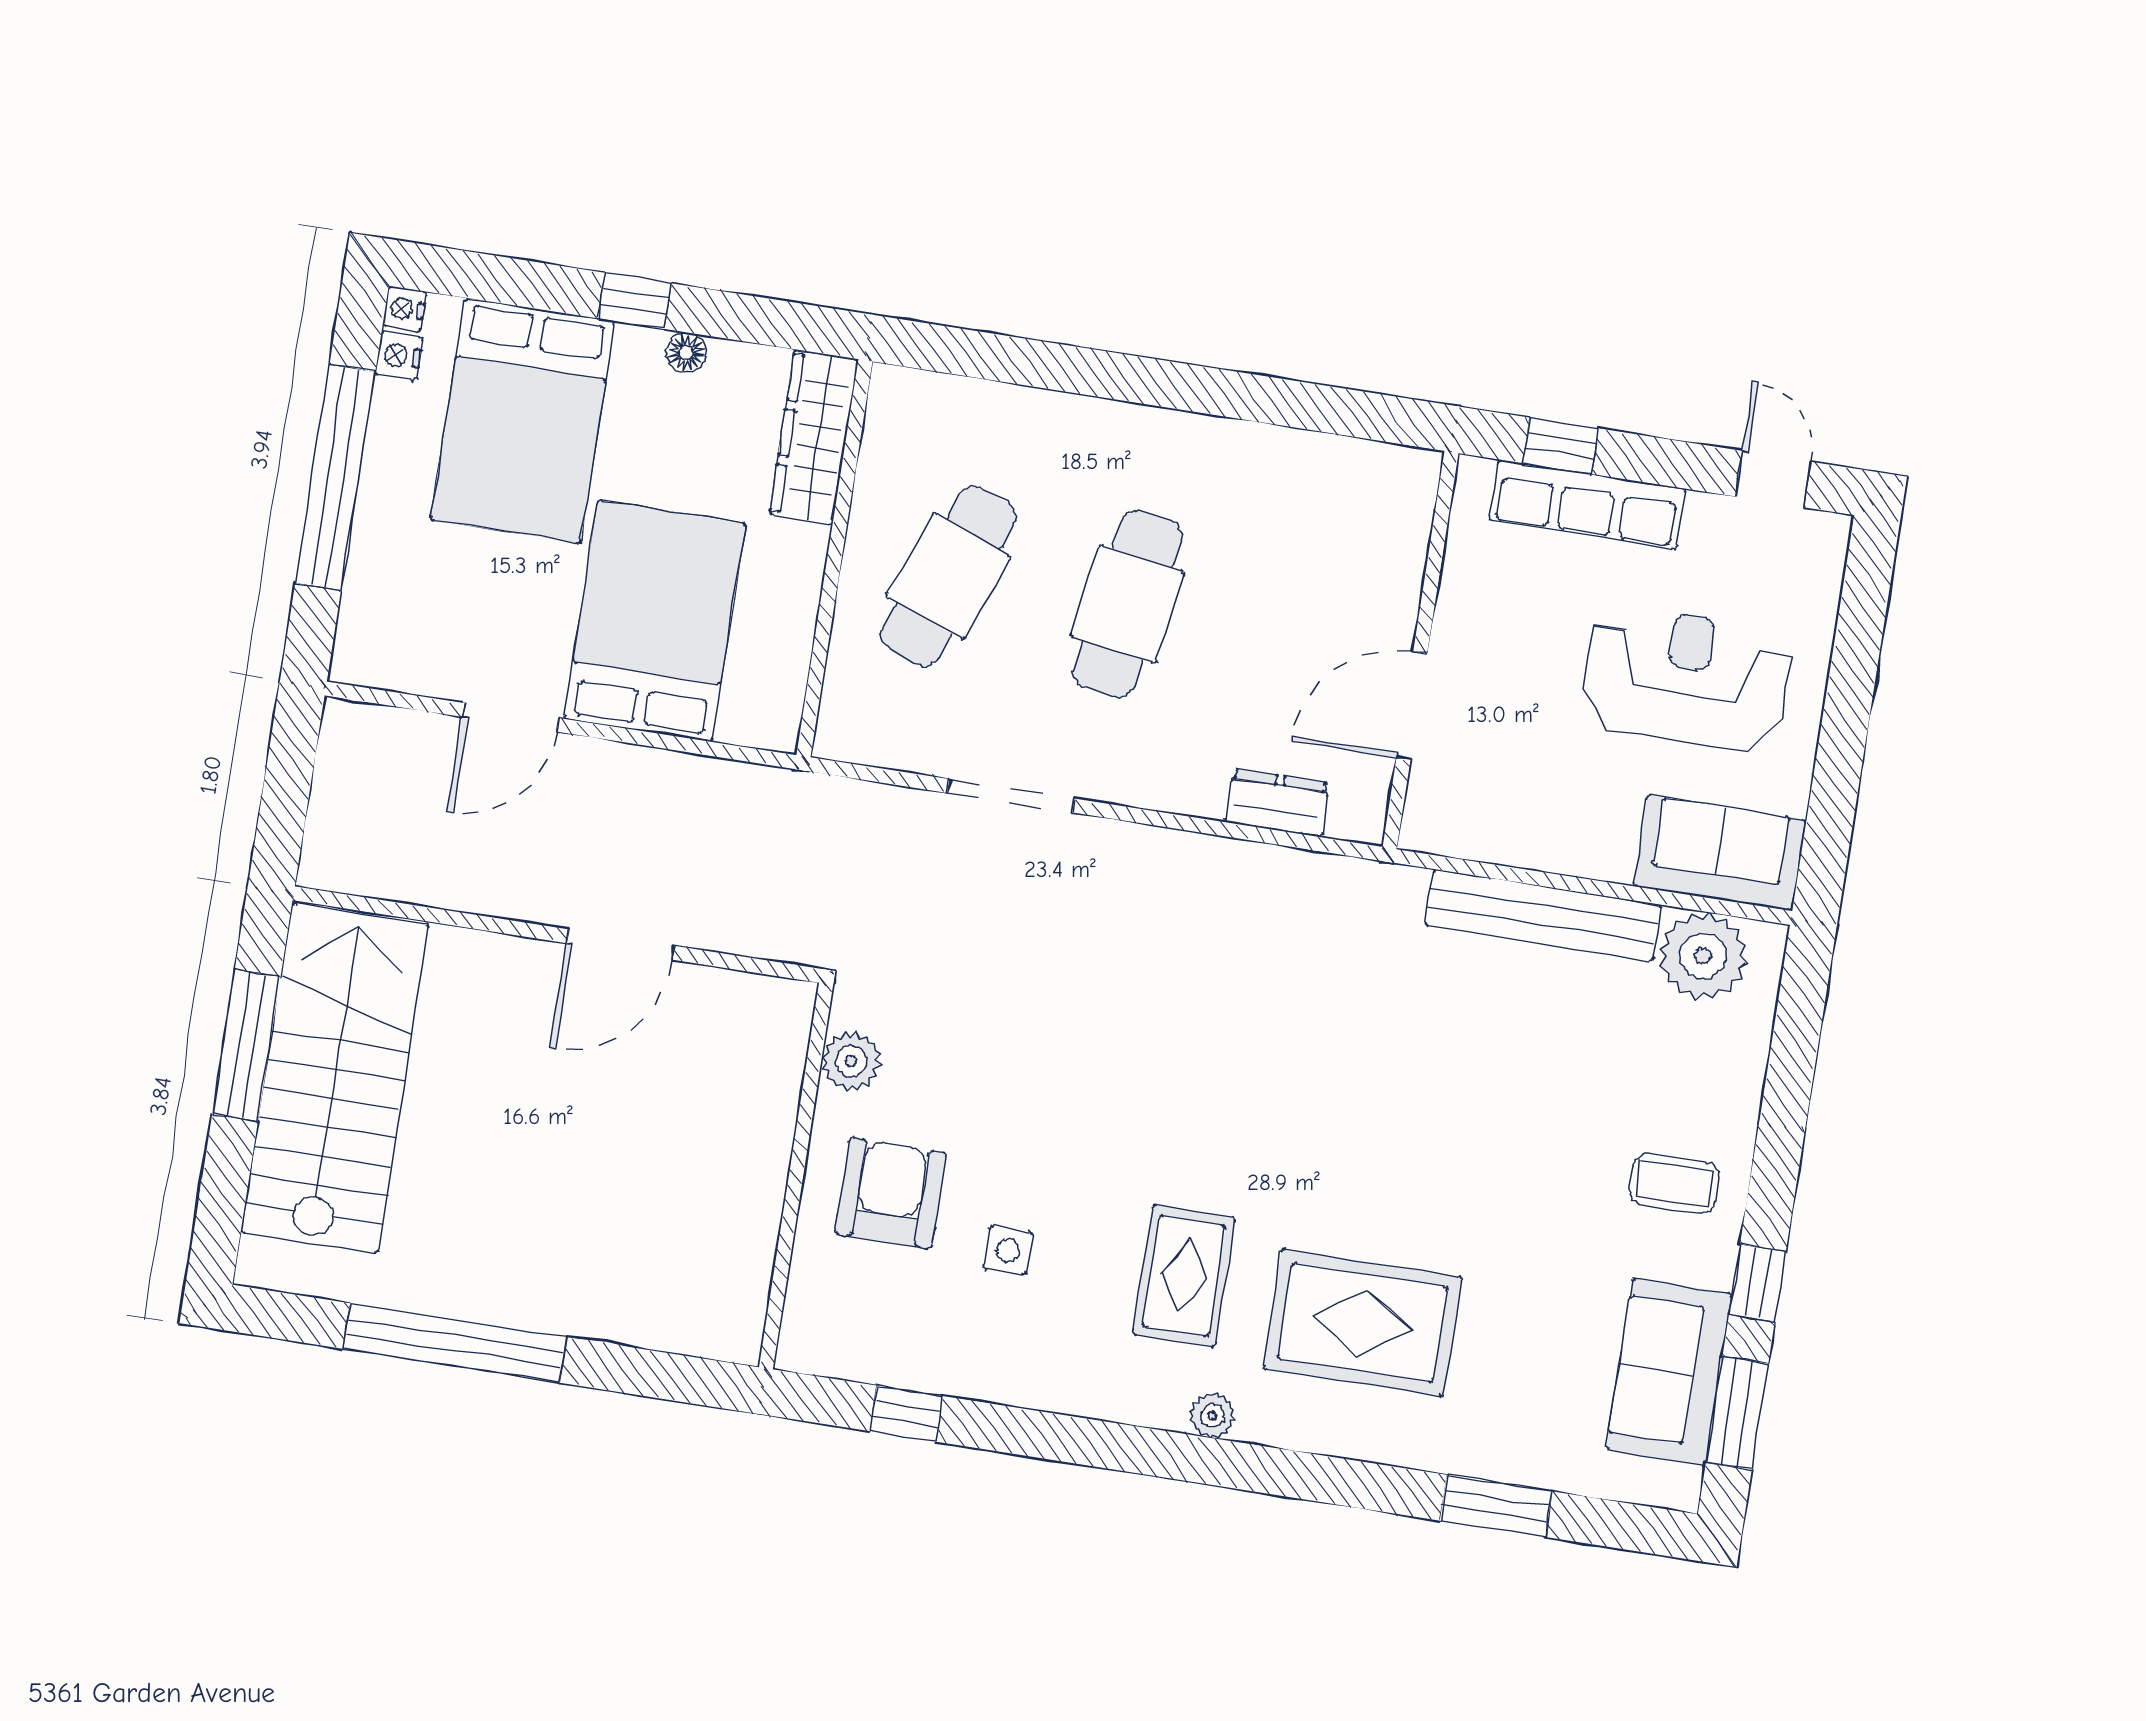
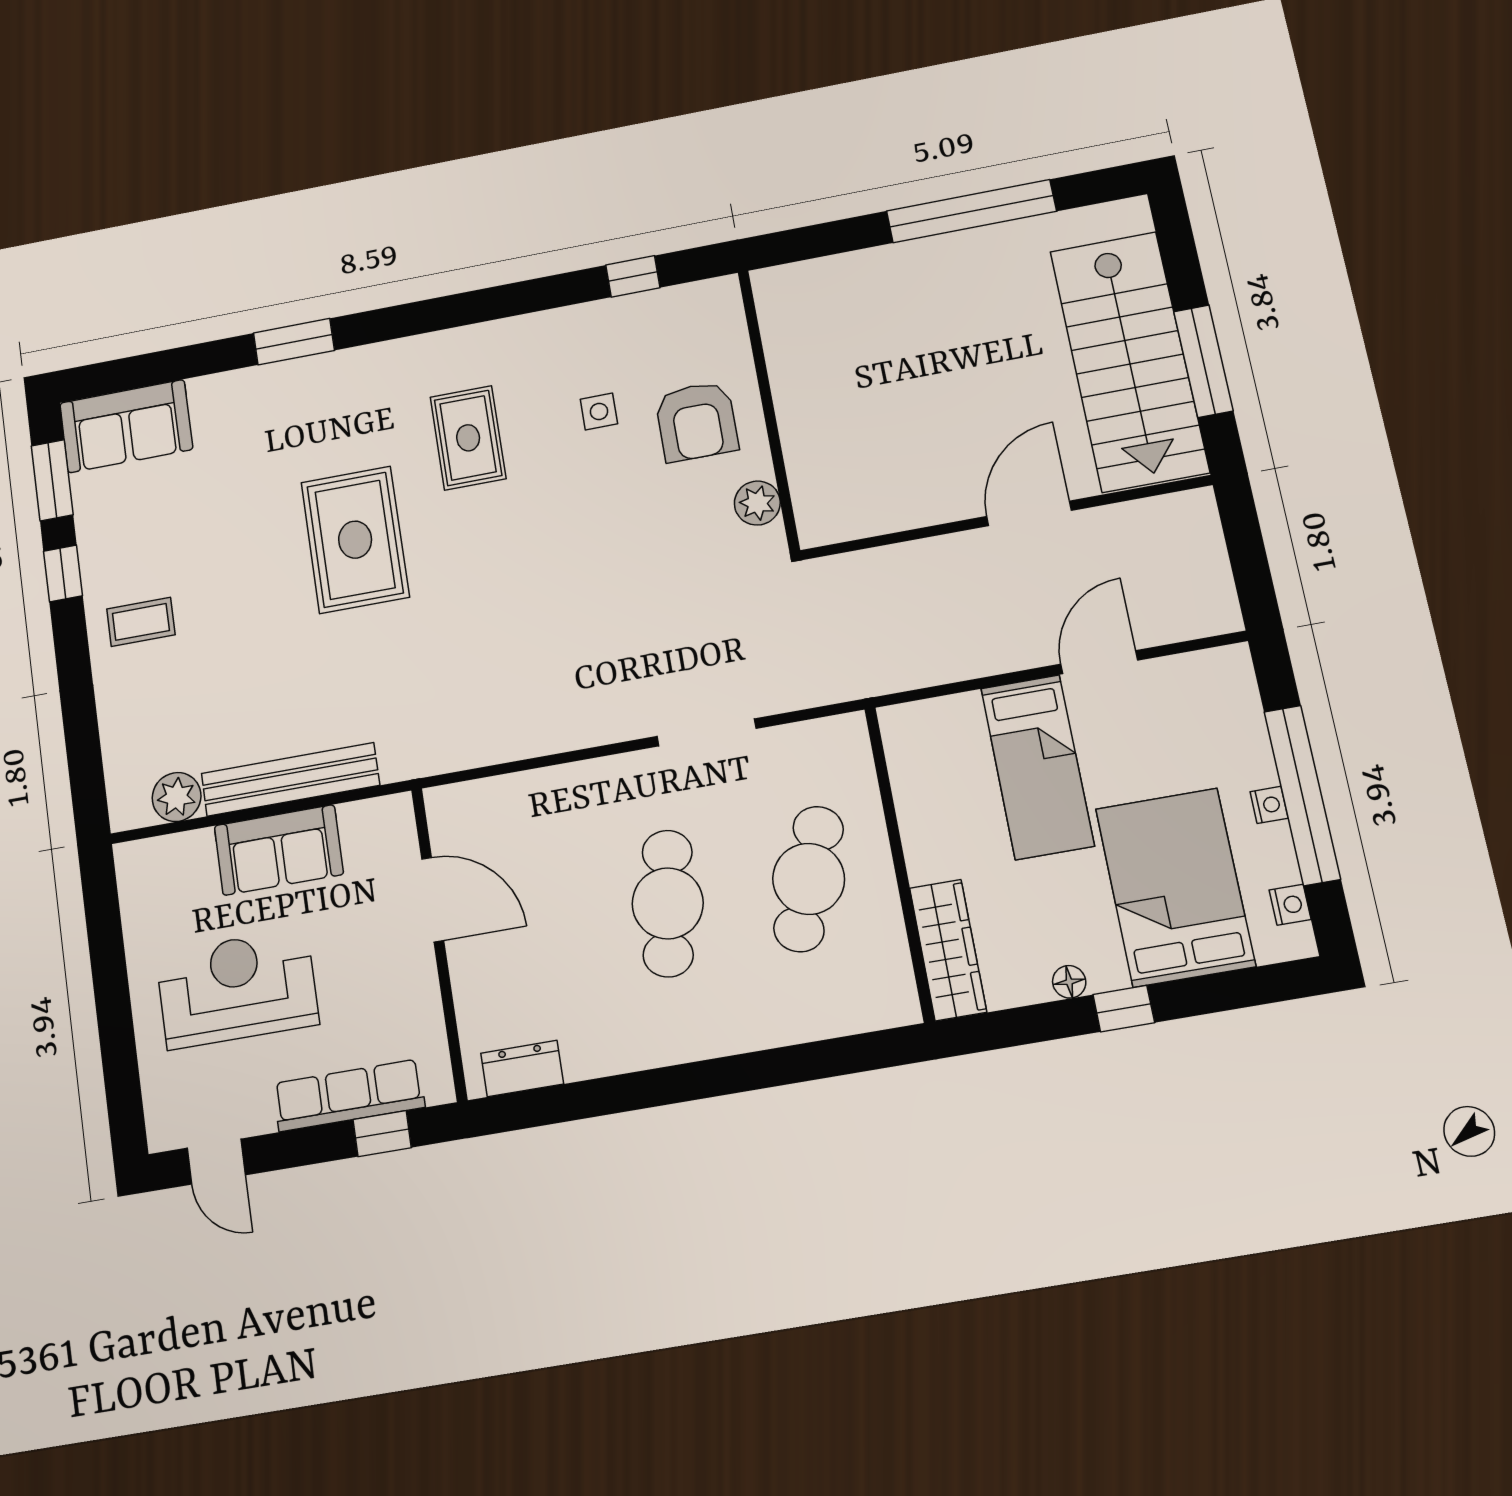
nightstand: (404, 309) -> (1269, 805), moved
bed: (655, 621) -> (1037, 767), width x0.67
reception desk: (1687, 679) -> (237, 989), turned 180
door: (1412, 706) -> (433, 900), hinge flipped
dresser: (1277, 803) -> (522, 1068), moved, turned 180
sofa: (1719, 853) -> (279, 850), moved
door: (620, 944) -> (1029, 513), moved
plant: (1703, 956) -> (177, 797), width x0.73, depth x0.73
rug: (1363, 1323) -> (355, 540), moved, turned 90
sofa: (1669, 1372) -> (126, 426), moved, turned 90
plant: (1212, 1416) -> (417, 350), removed
window: (1496, 1506) -> (294, 342), moved

